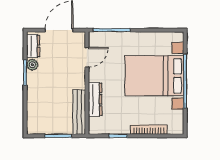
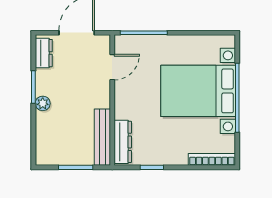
plant: (32, 65) -> (43, 103), moved
dresser: (95, 99) -> (123, 142), moved
bookcase: (149, 130) -> (212, 159), moved

